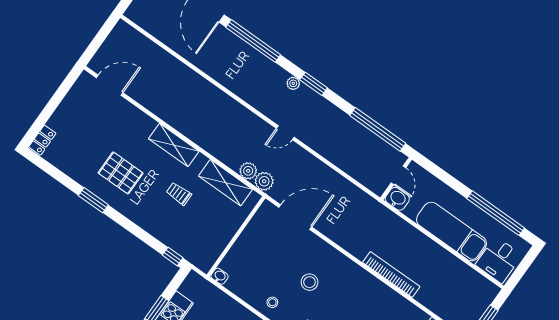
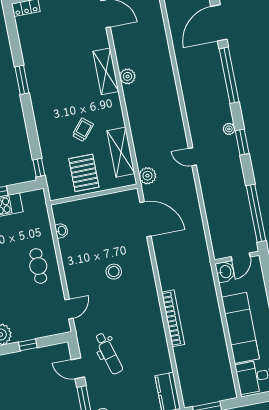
shelving: (174, 145) -> (106, 71), moved
plant: (248, 171) -> (127, 76), moved
pallet: (121, 173) -> (84, 173), moved
trolley: (179, 194) -> (83, 130), turned 40
washbasin: (220, 276) -> (61, 231), moved
stool: (272, 302) -> (76, 261), removed

